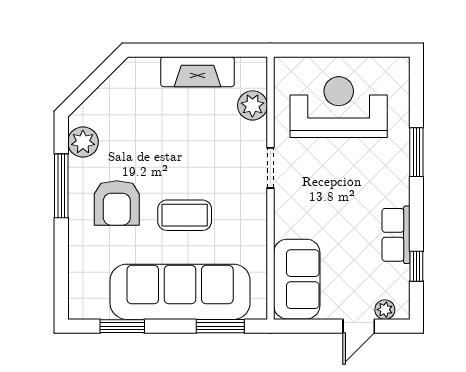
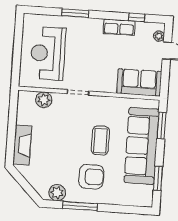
fireplace: (198, 72) -> (22, 145), moved

